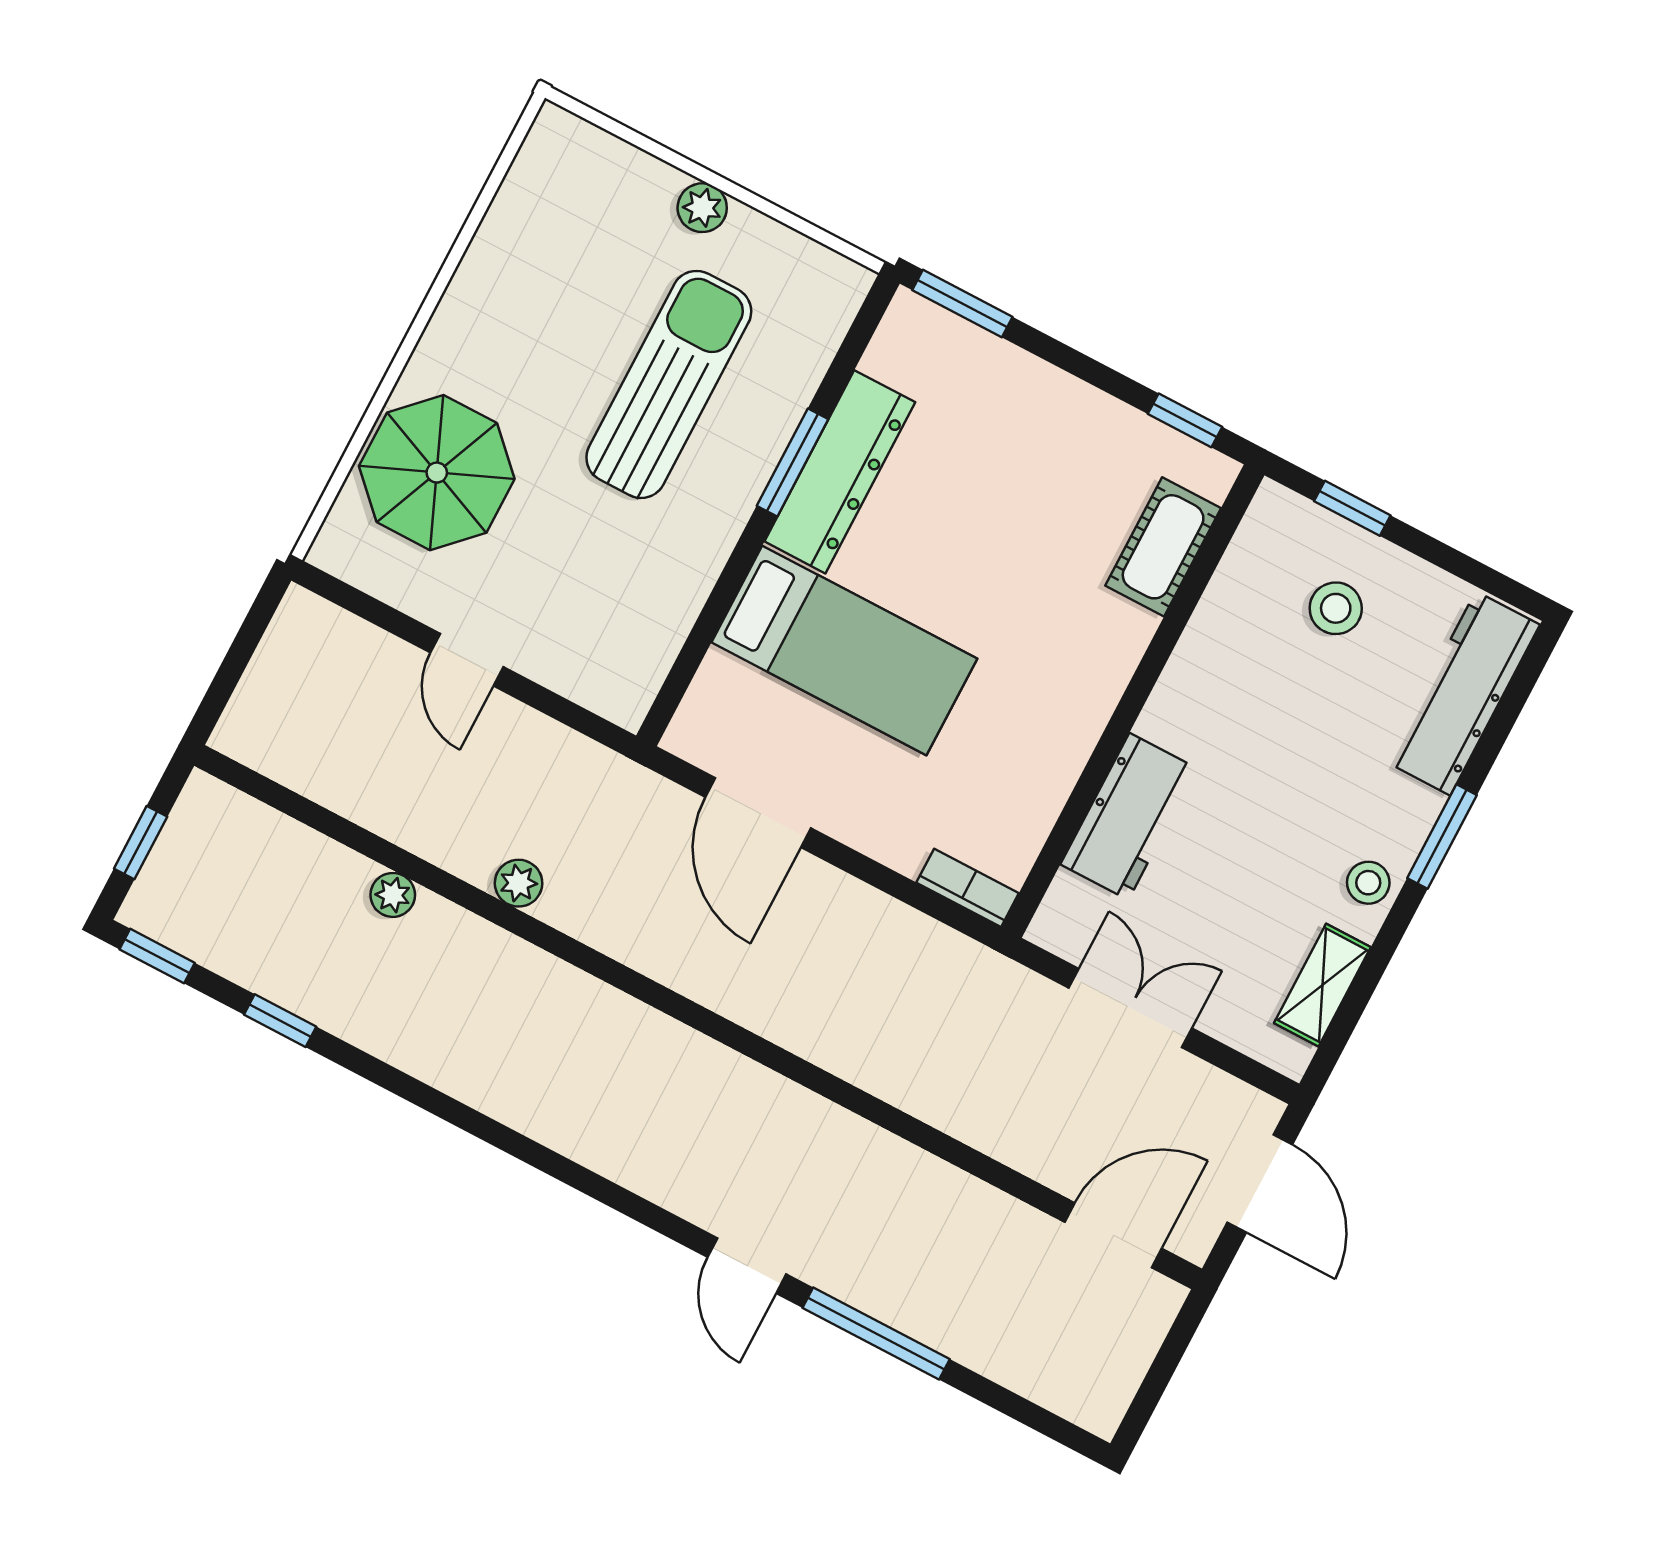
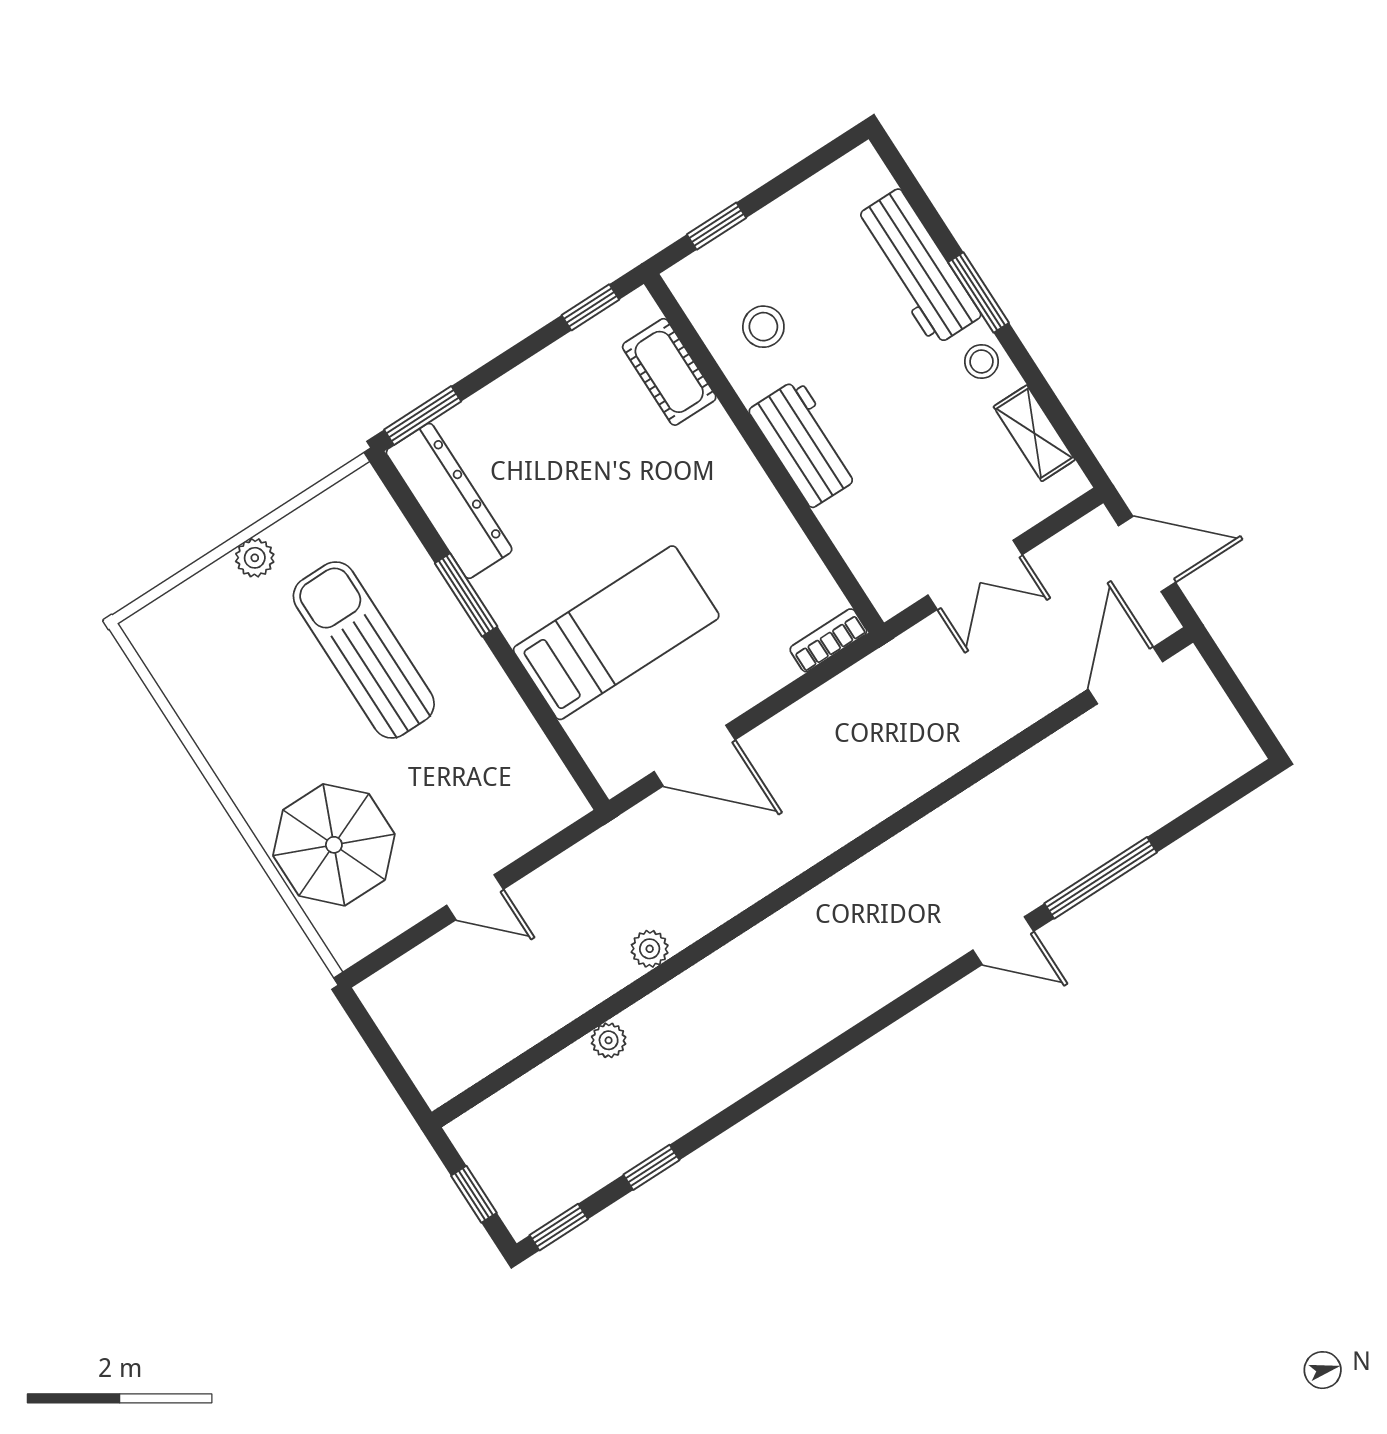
dresser: (840, 472) -> (449, 501), moved
stool: (1336, 608) -> (763, 327), moved
workbench: (1463, 693) -> (917, 267), moved
workbench: (1129, 816) -> (805, 443), moved
double door: (1130, 1008) -> (975, 575), swing flipped

